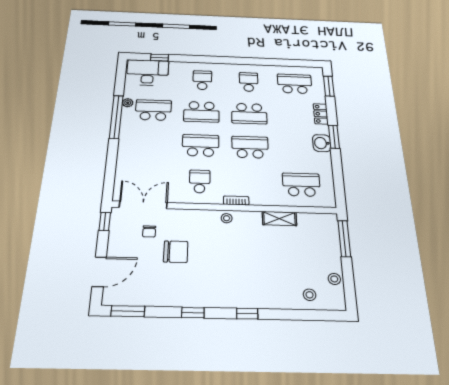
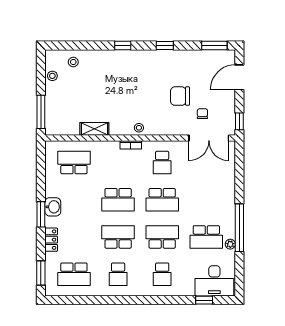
school desk: (301, 185) -> (74, 163), turned 180

